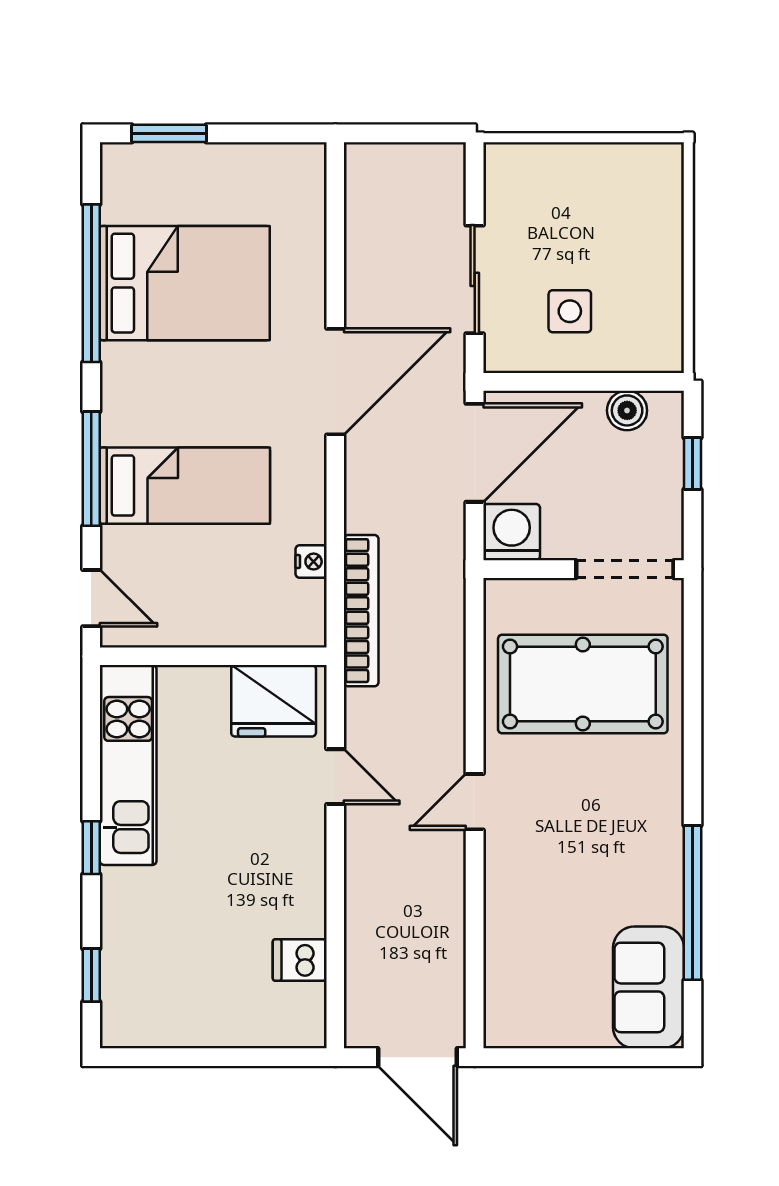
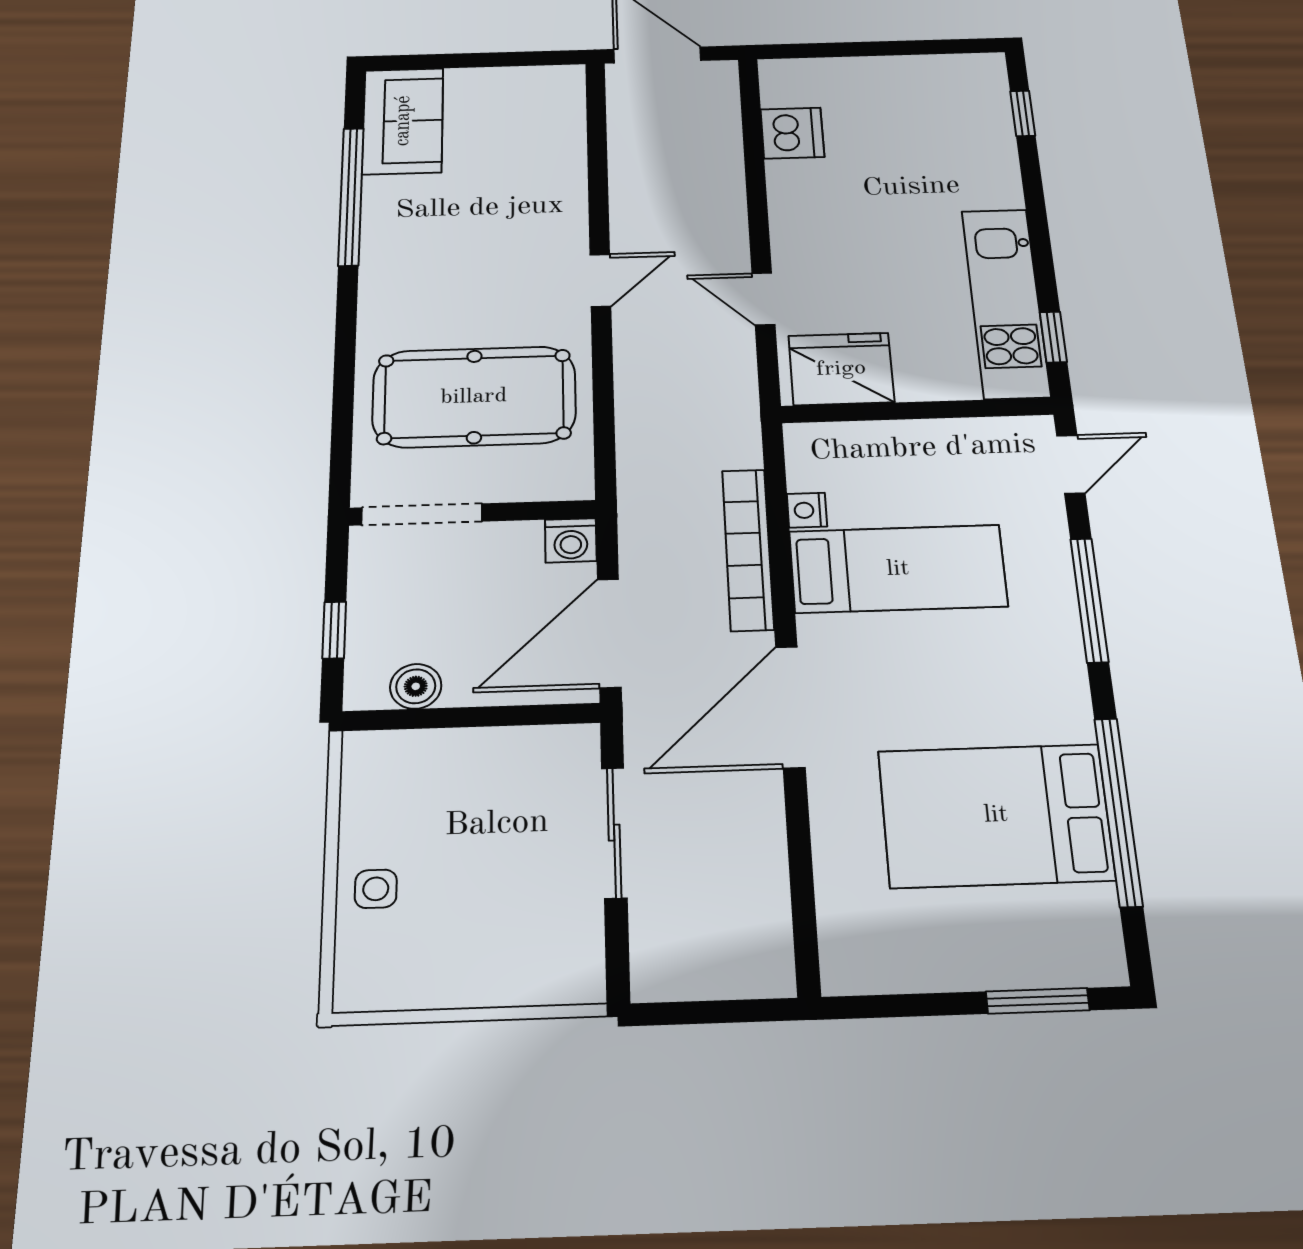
side table: (570, 311) -> (376, 889), moved, width x0.73, depth x0.73
bed: (185, 486) -> (898, 569), moved, turned 180
washing machine: (512, 532) -> (571, 540), width x0.73, depth x0.73
door: (91, 598) -> (1071, 464), swing flipped
bookcase: (361, 611) -> (748, 549), moved
window: (91, 848) -> (1053, 337), moved
dishwasher: (300, 960) -> (792, 133), width x1.38

